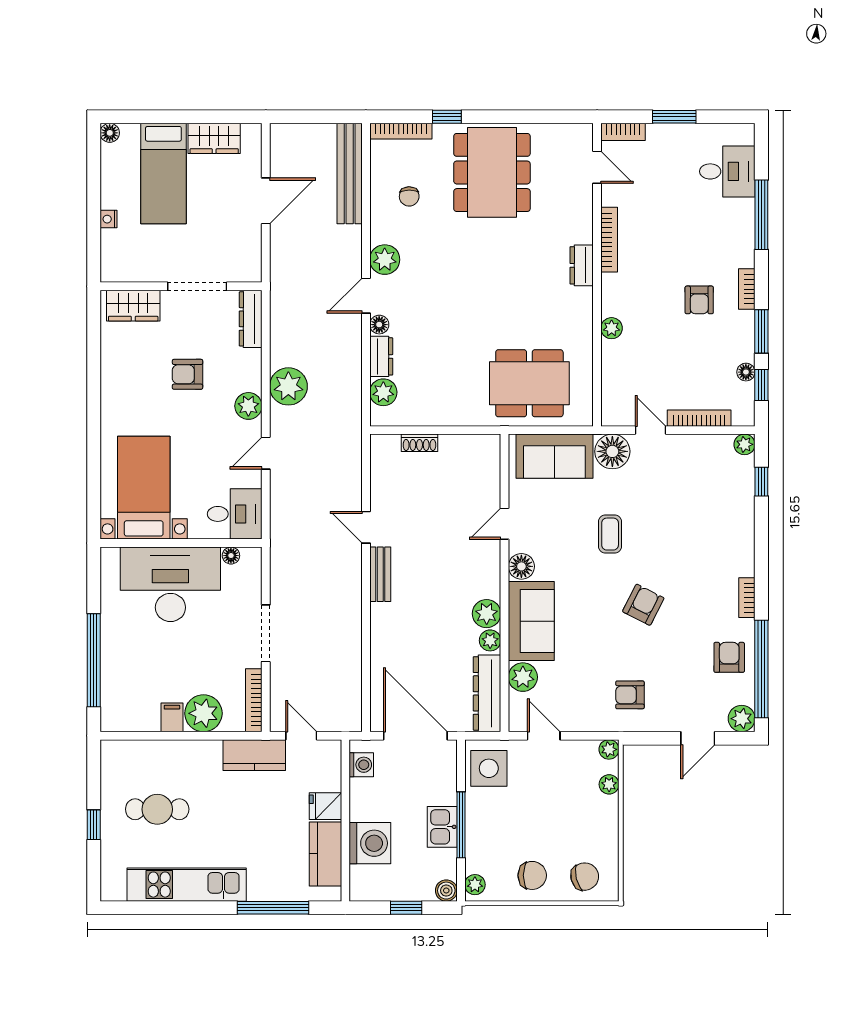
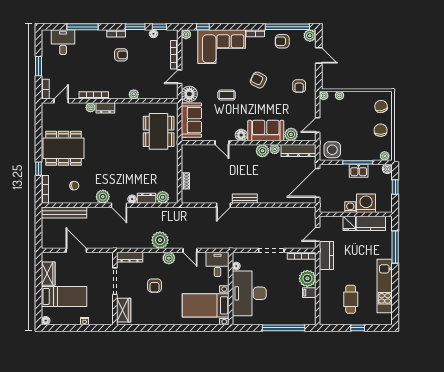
plant: (583, 232) -> (90, 107), added
corner sofa: (717, 523) -> (222, 47), added
washing machine: (361, 765) -> (350, 207), moved

